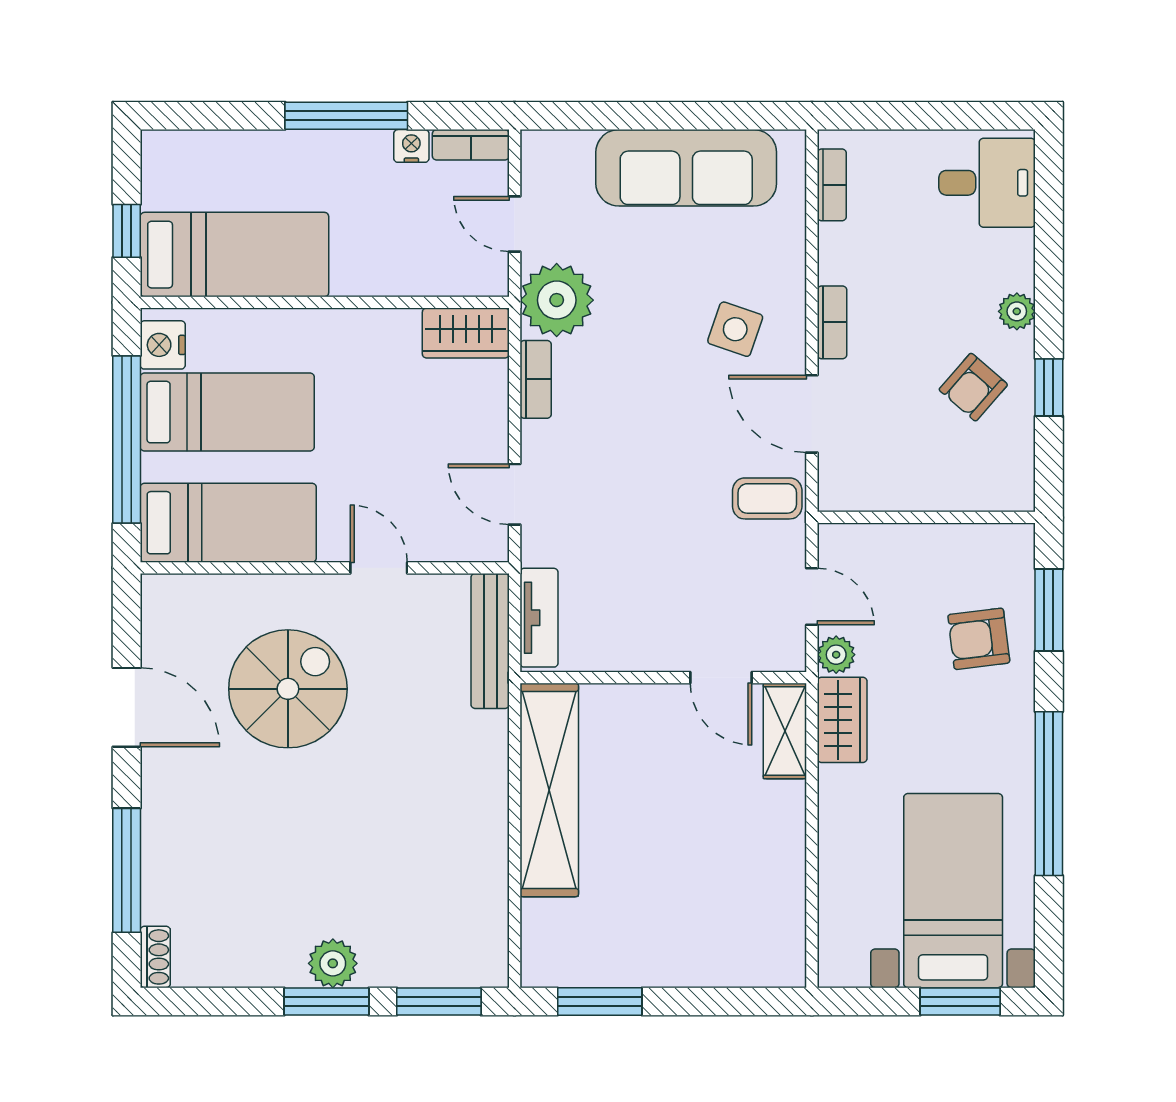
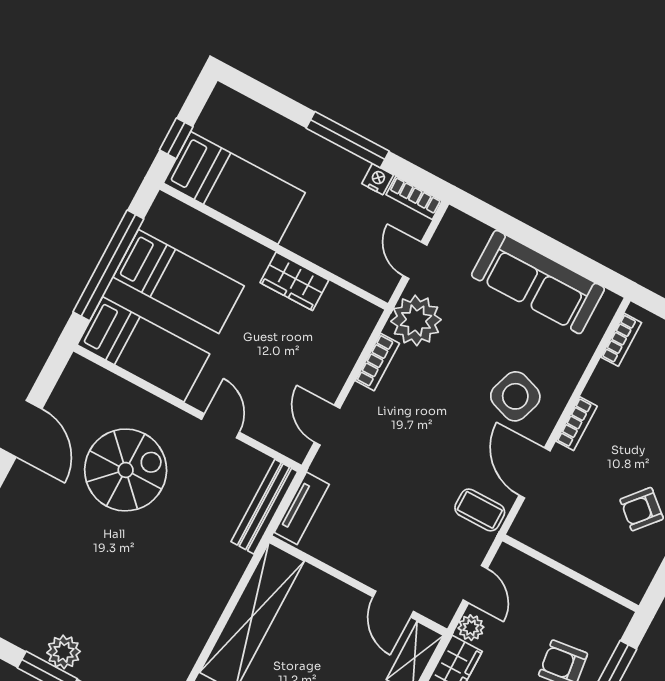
side table: (735, 329) -> (515, 396), width x1.37, depth x1.37
wardrobe: (466, 333) -> (294, 281), moved
nightstand: (163, 345) -> (161, 220), removed

